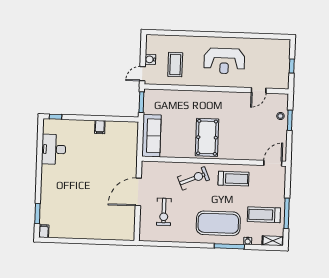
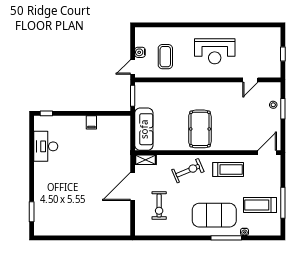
filing cabinet: (44, 231) -> (39, 229), removed
shelving: (273, 241) -> (146, 160), moved

